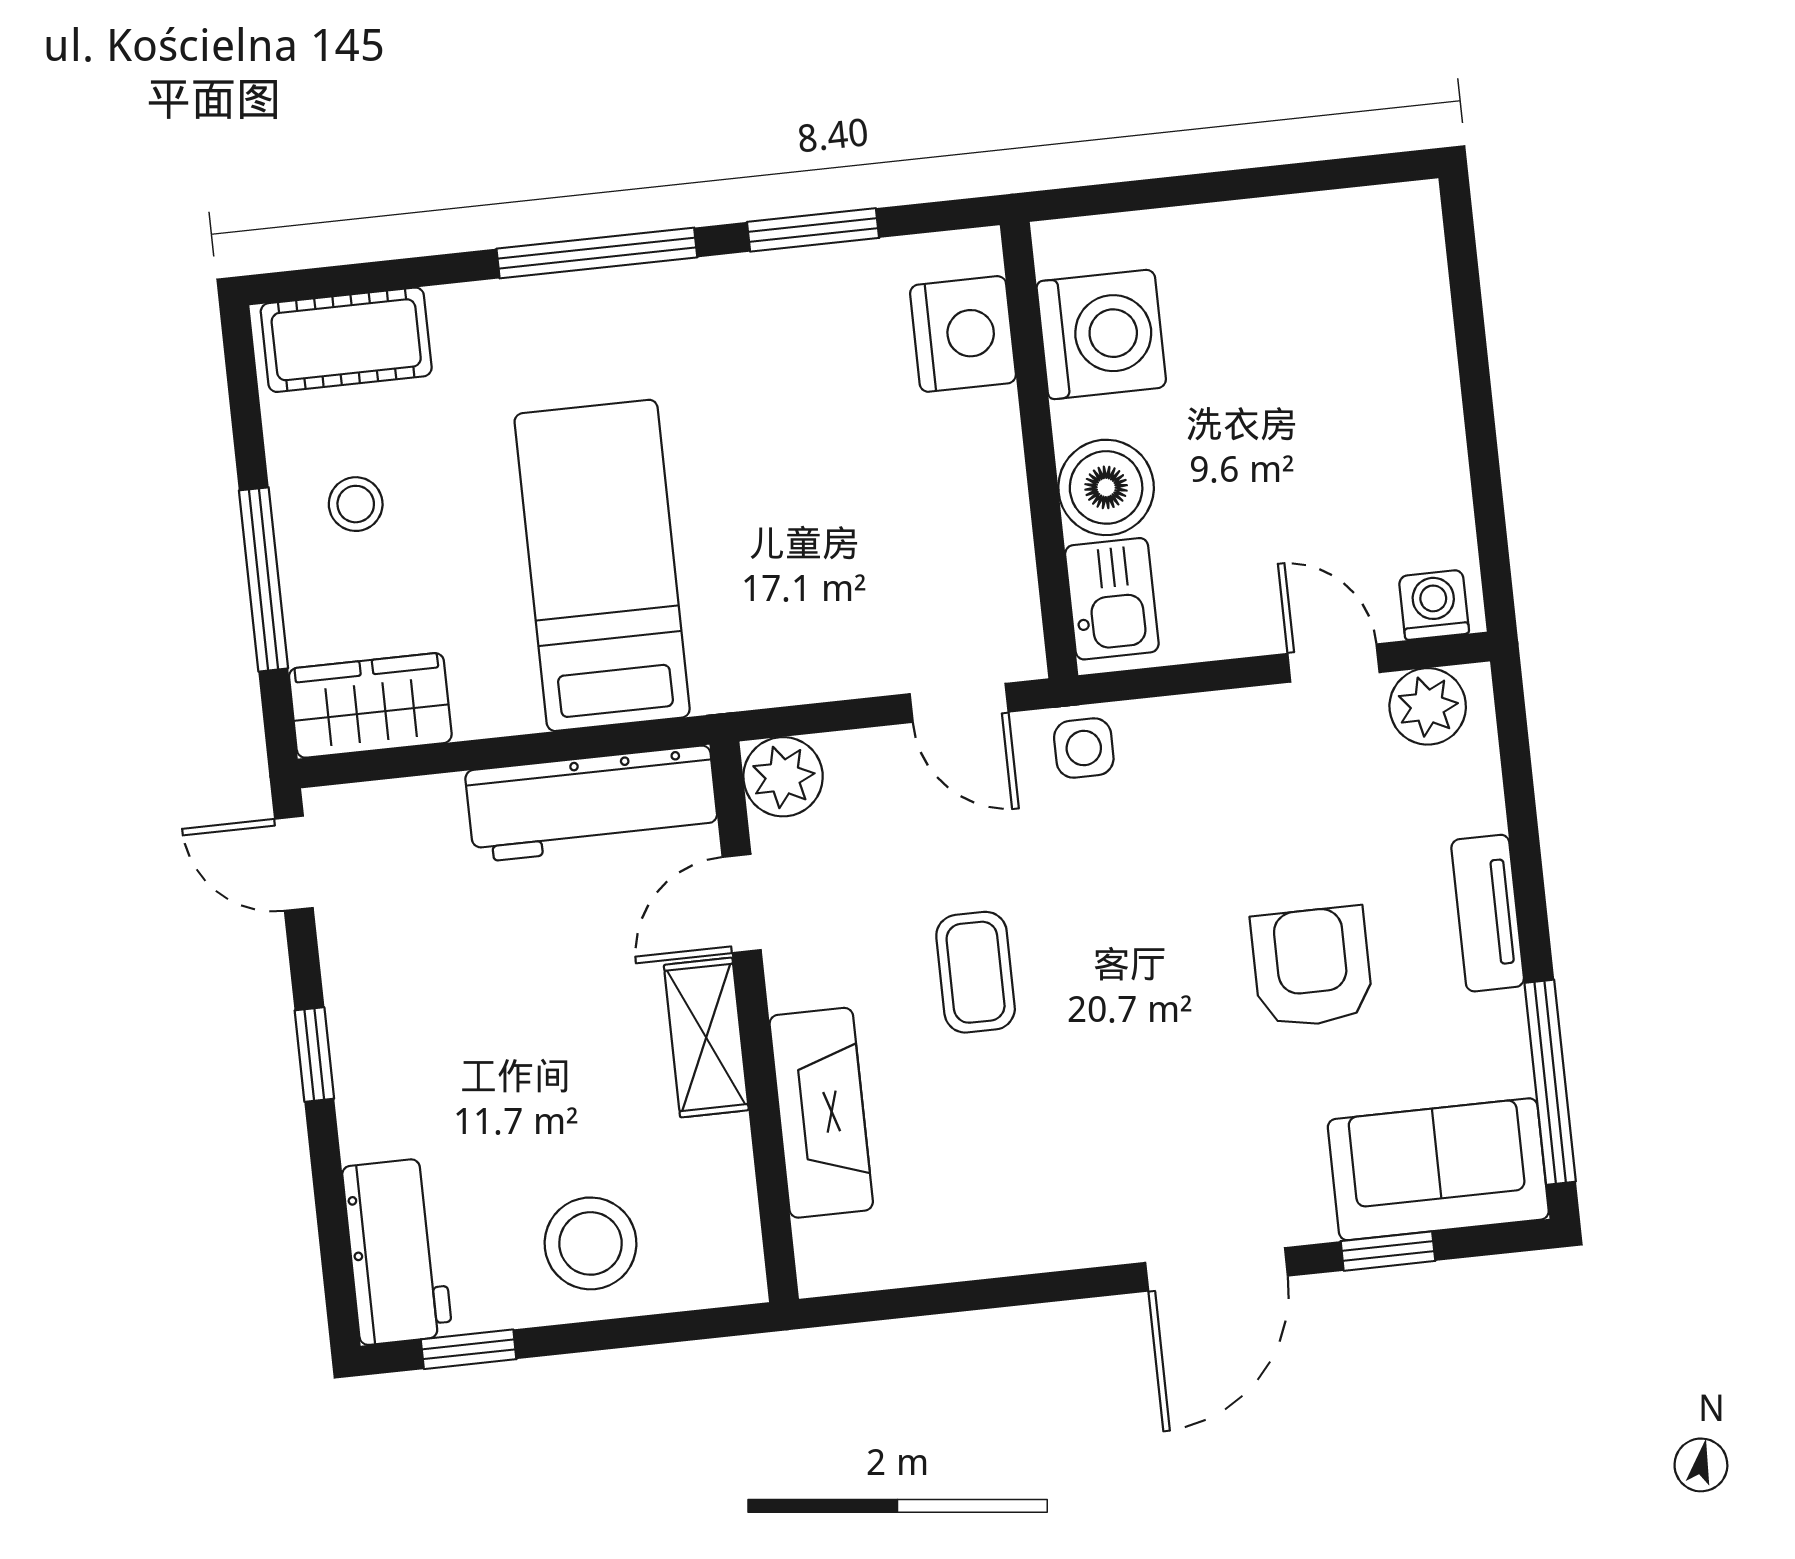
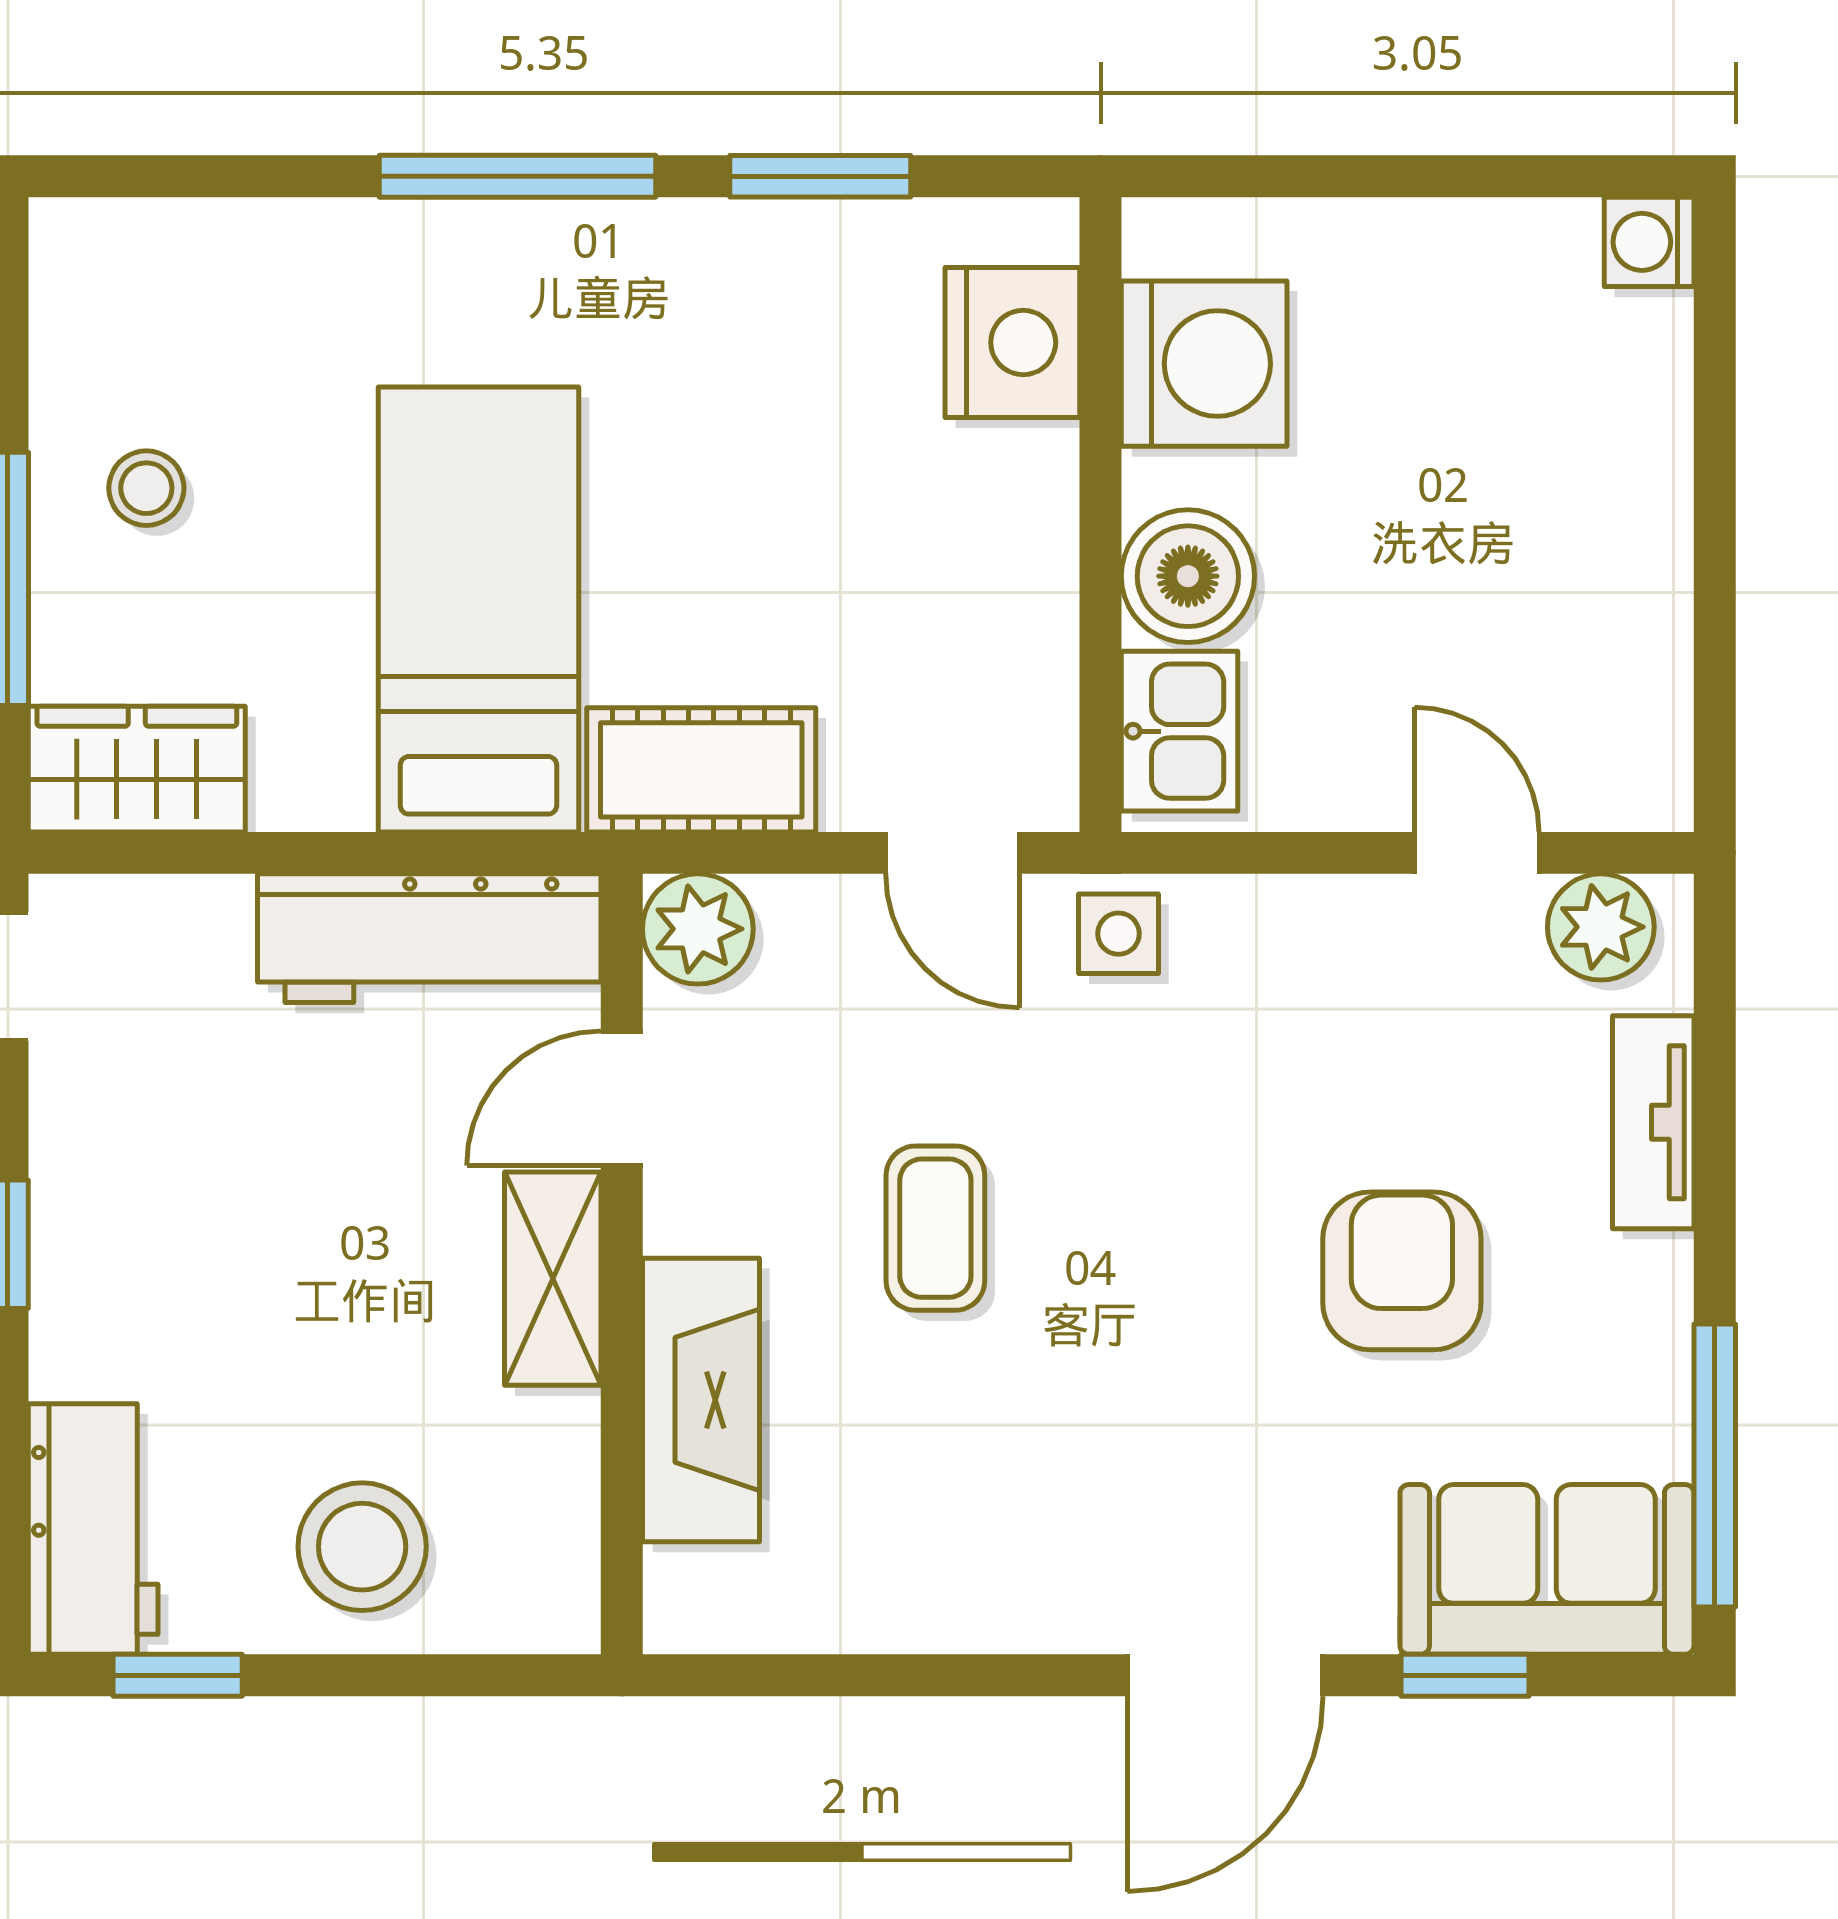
cot: (346, 340) -> (701, 770), moved
washing machine: (1434, 605) -> (1649, 242), moved, turned -90
tv unit: (1488, 913) -> (1653, 1122), moved

